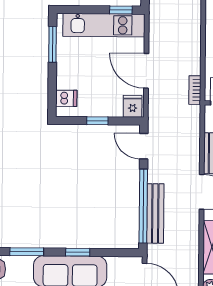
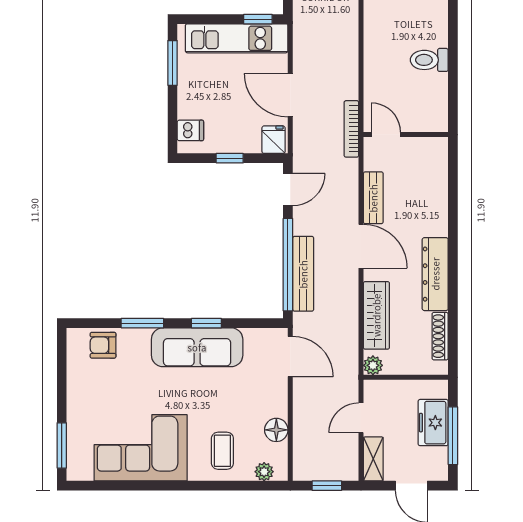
bookcase: (195, 90) -> (351, 129), width x1.56
door: (144, 146) -> (288, 190), swing flipped

